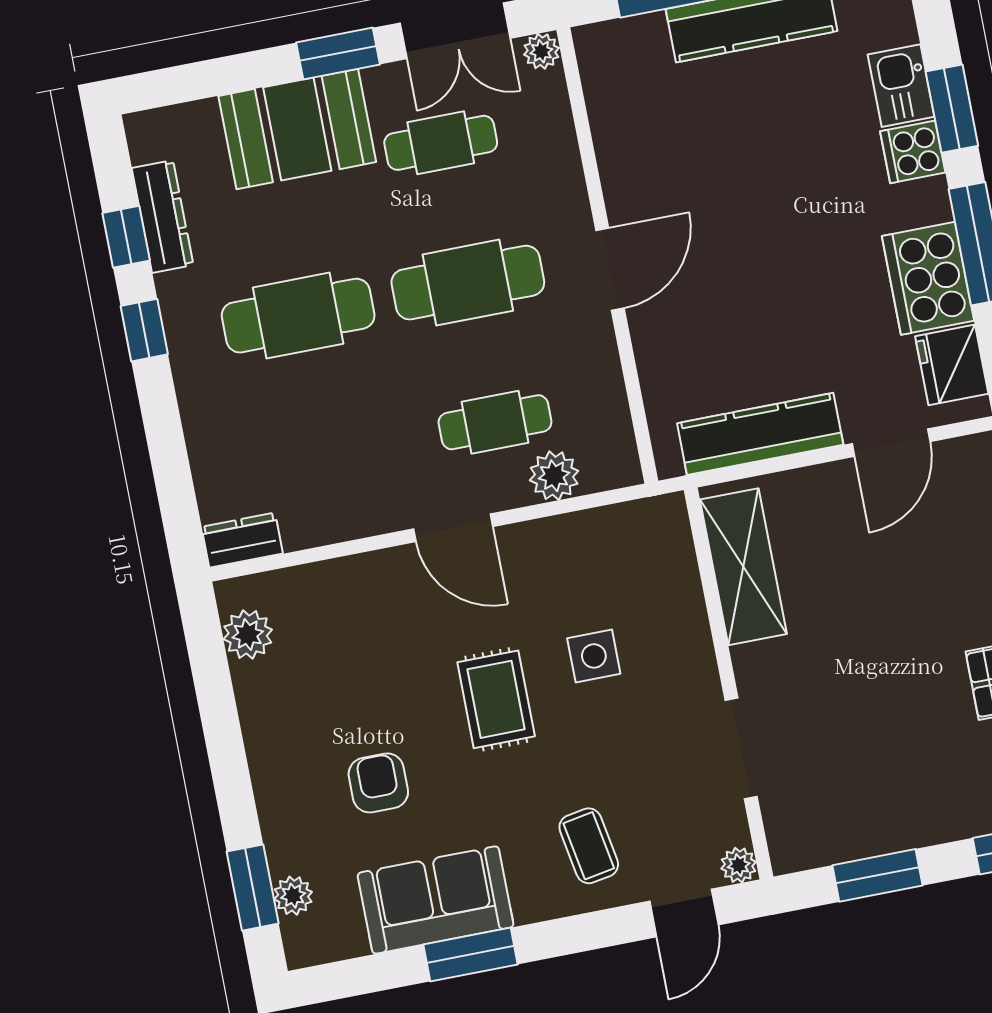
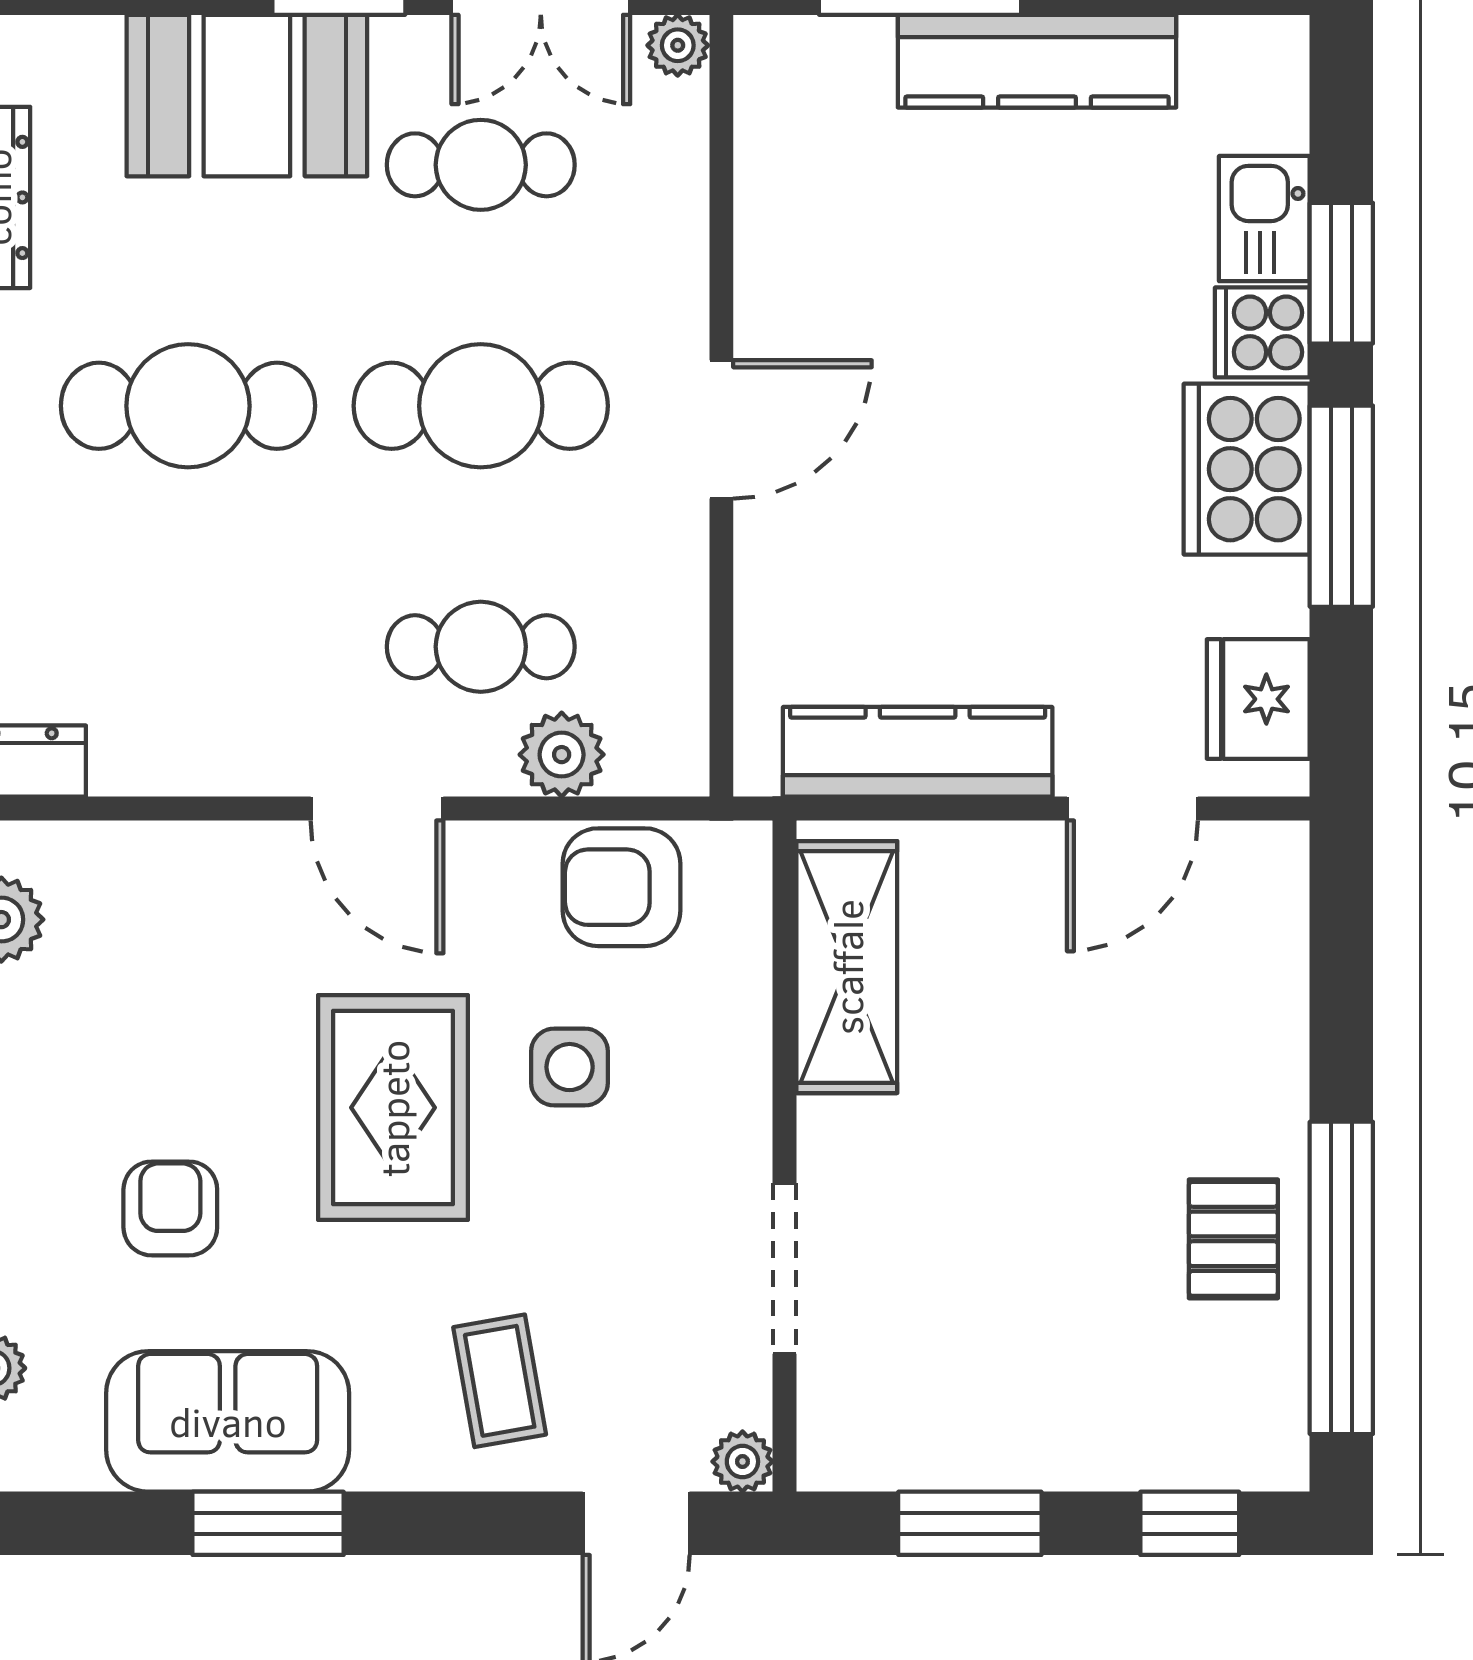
cooker: (928, 278) -> (1247, 469), moved
armchair: (604, 546) -> (621, 887), added
rug: (496, 699) -> (393, 1108), width x1.36, depth x1.43

